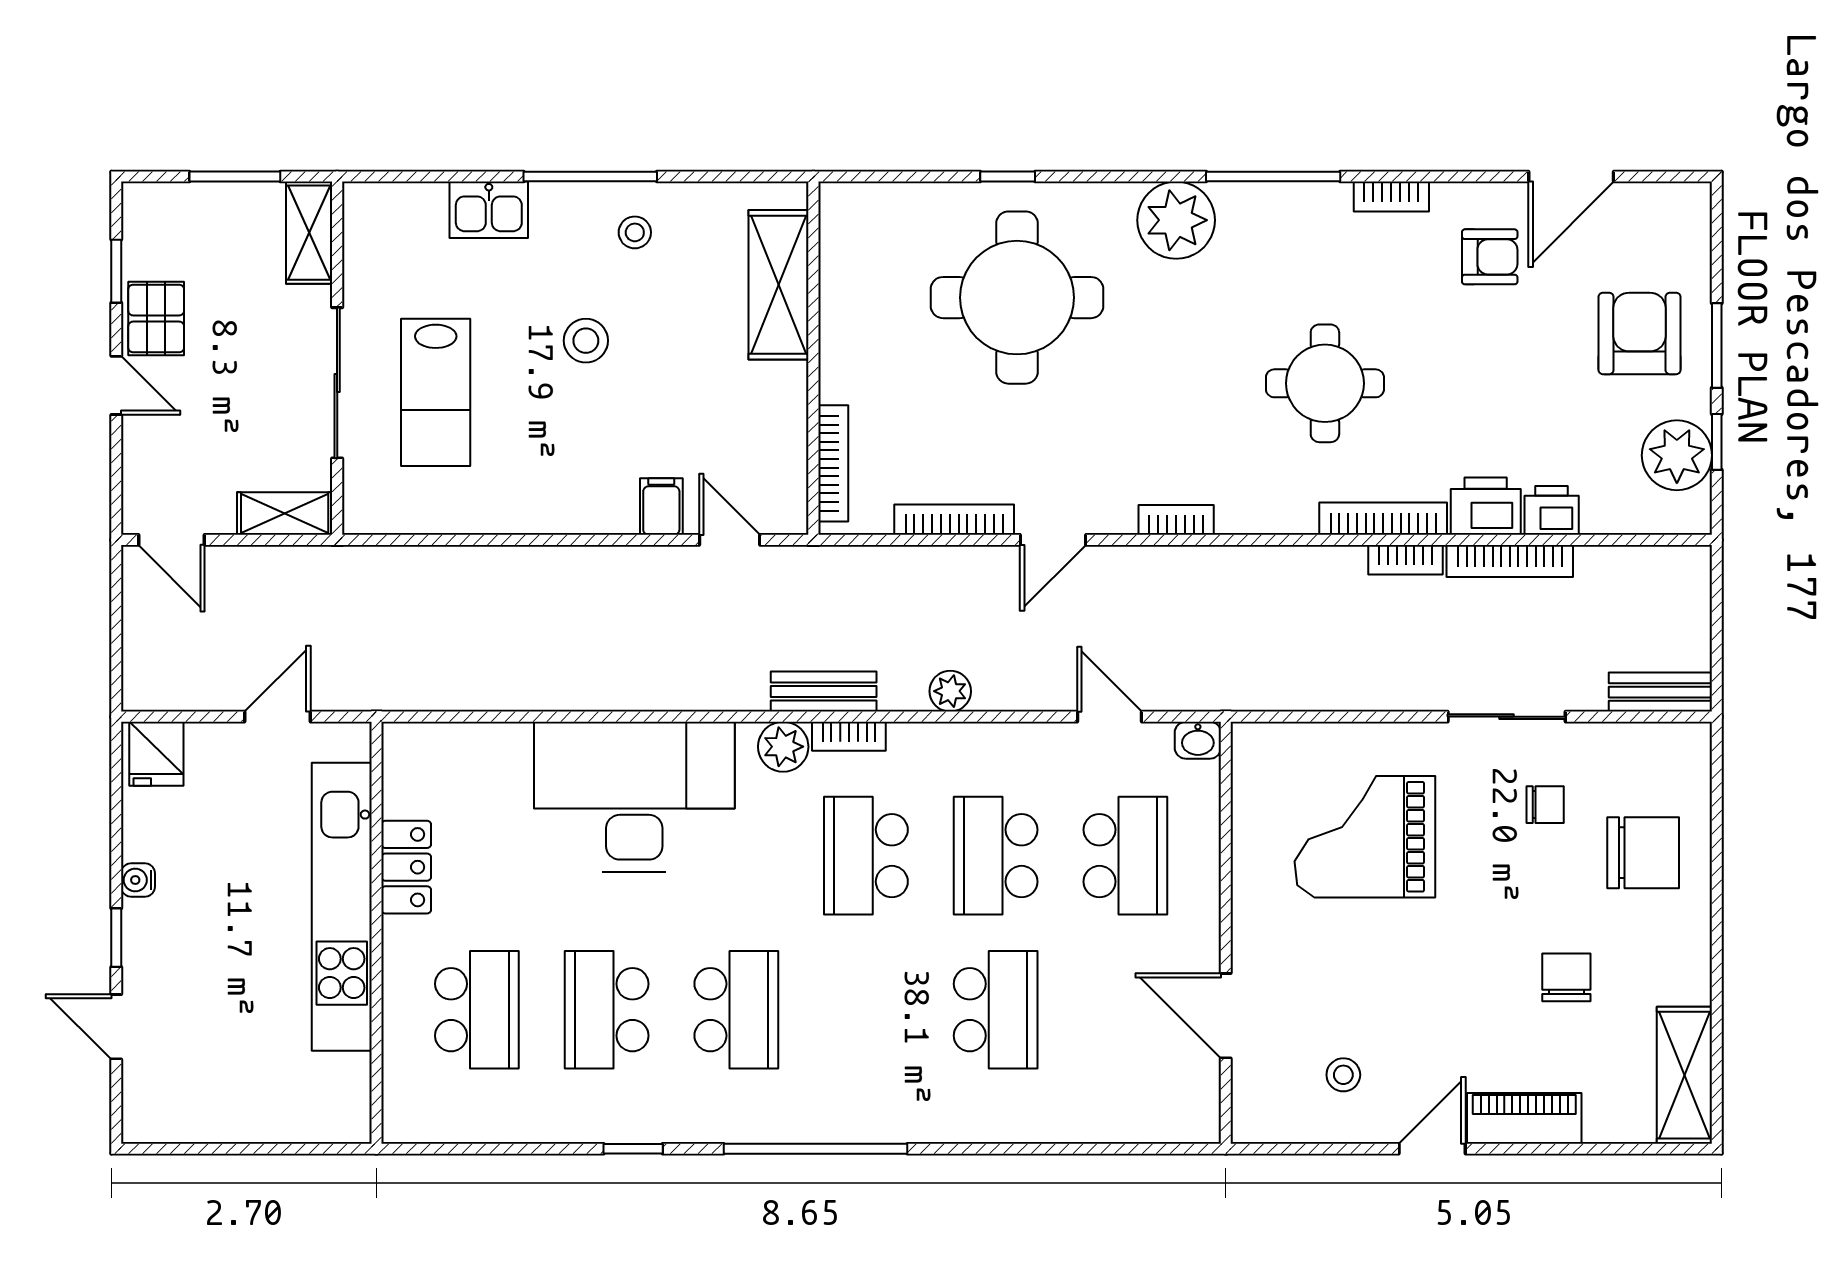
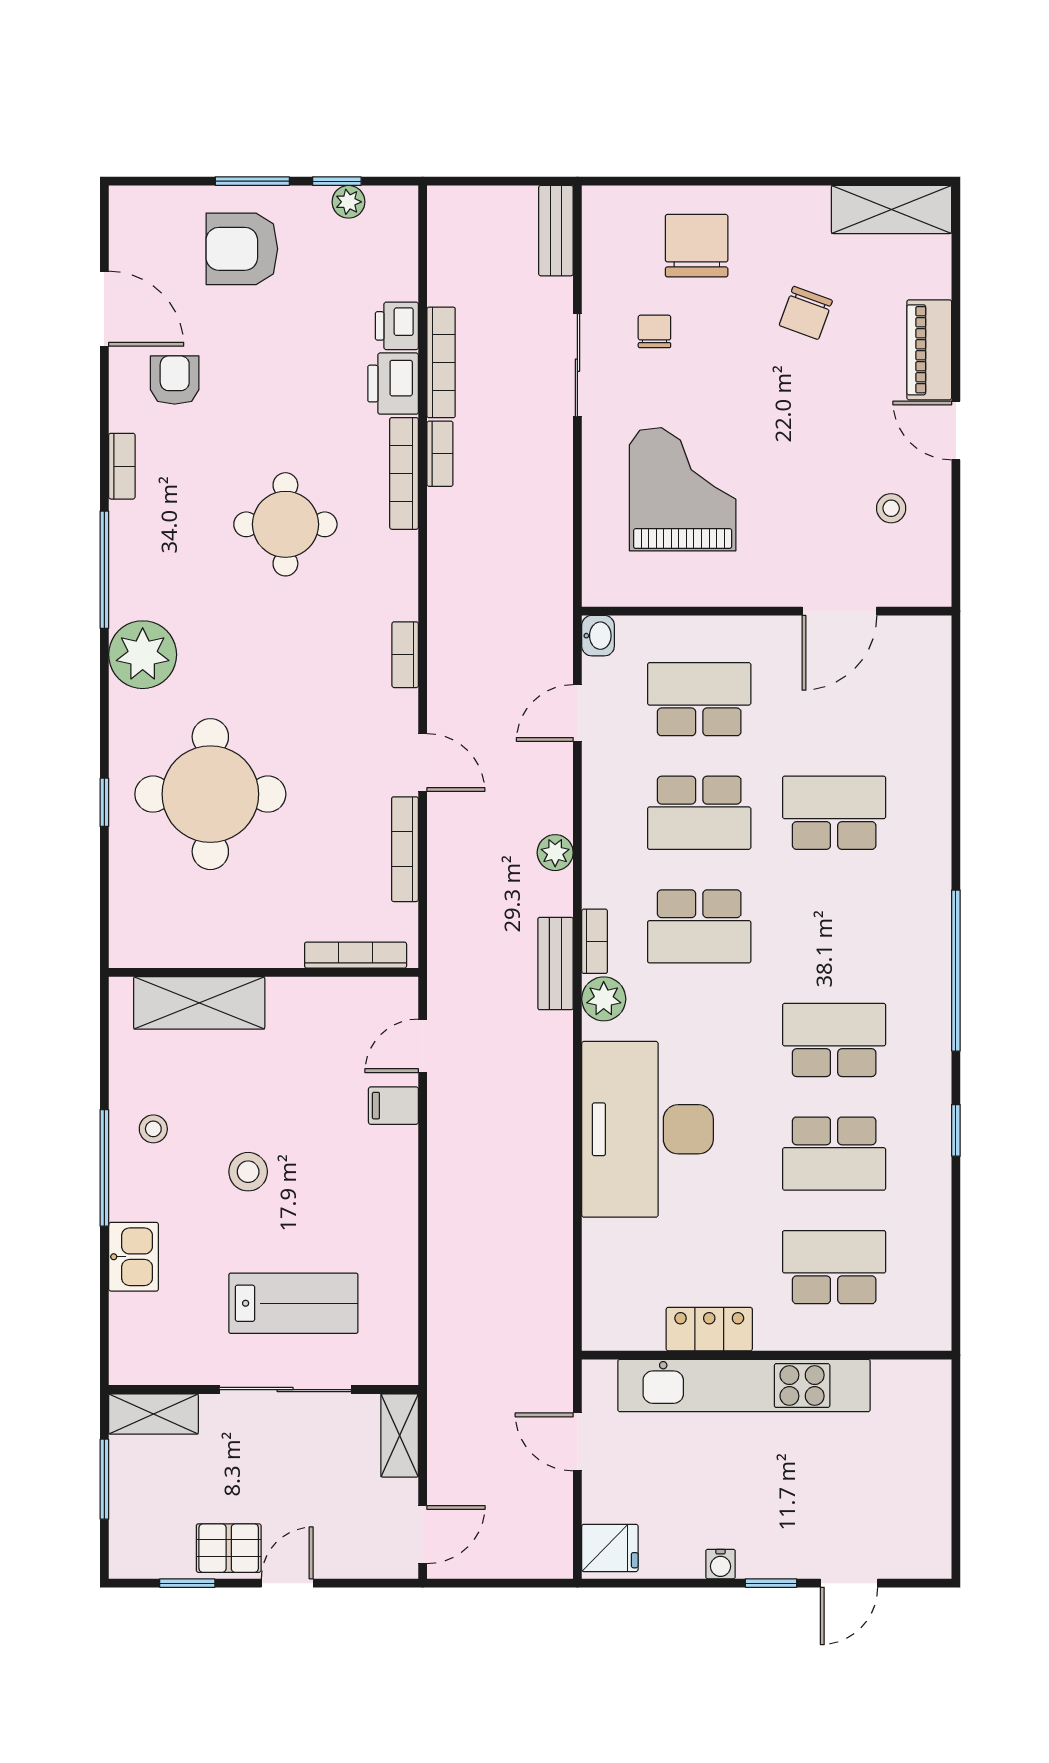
plant: (1677, 455) -> (348, 202), width x0.53, depth x0.53
grand piano: (1365, 837) -> (683, 489), turned 180
chair: (1566, 977) -> (806, 313), turned -70

